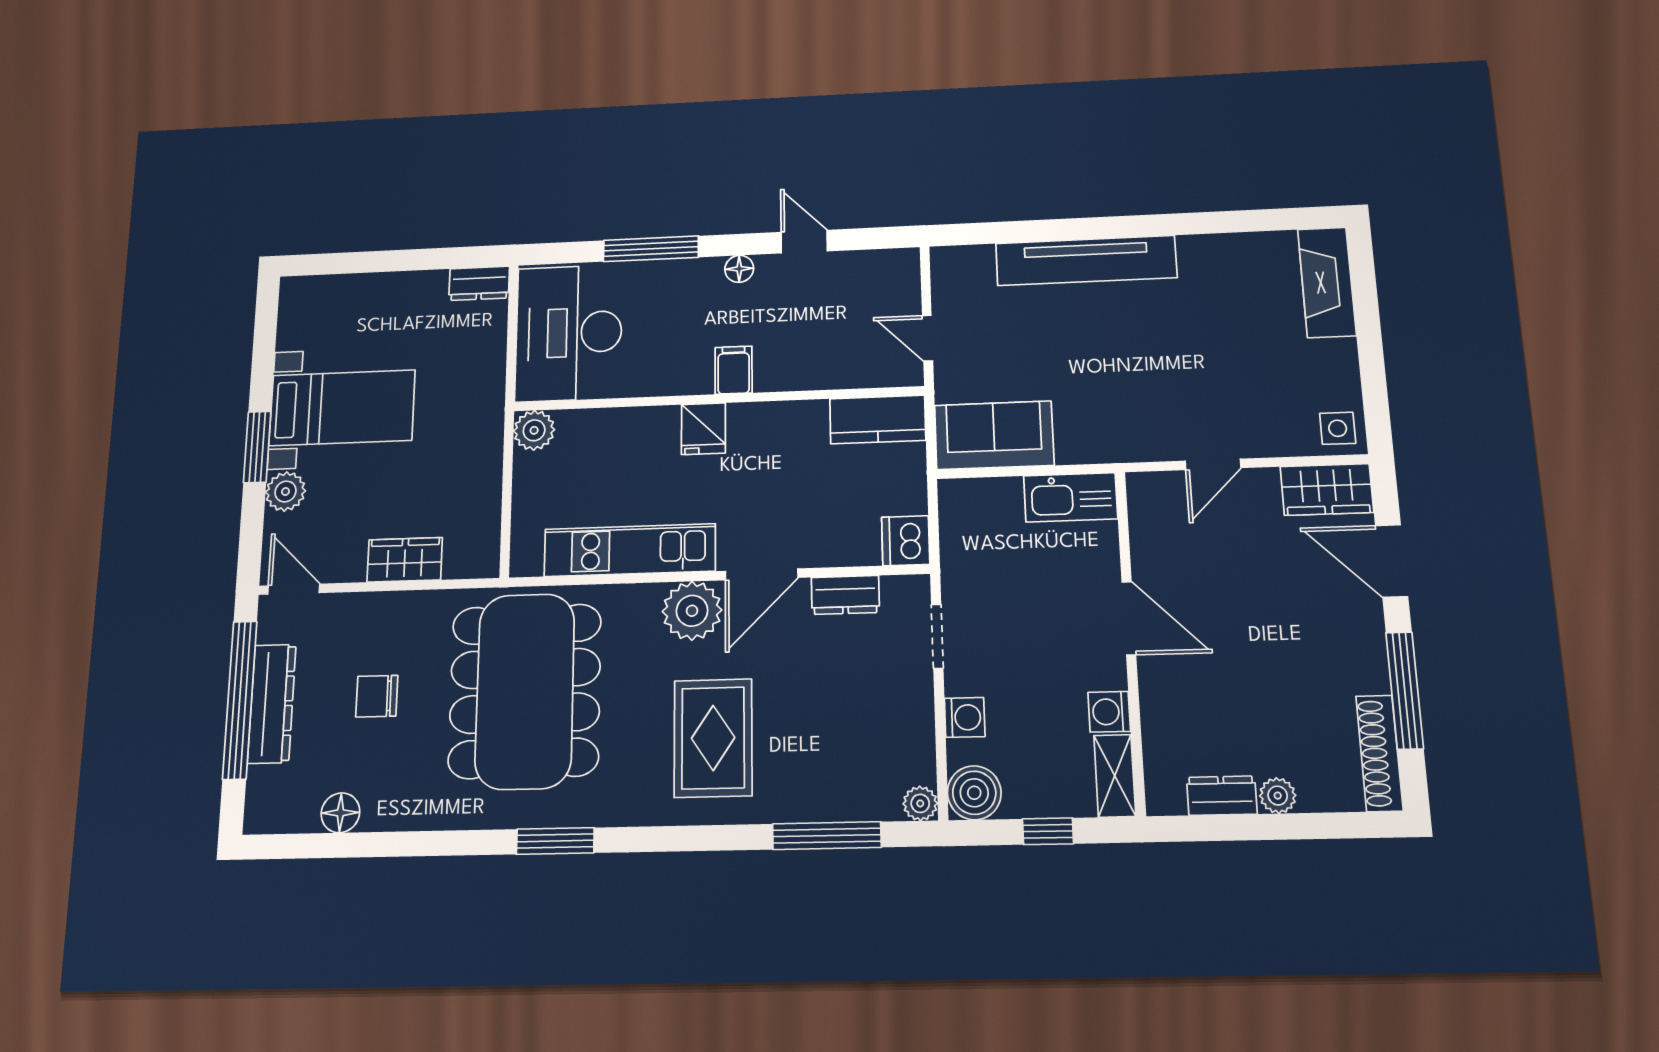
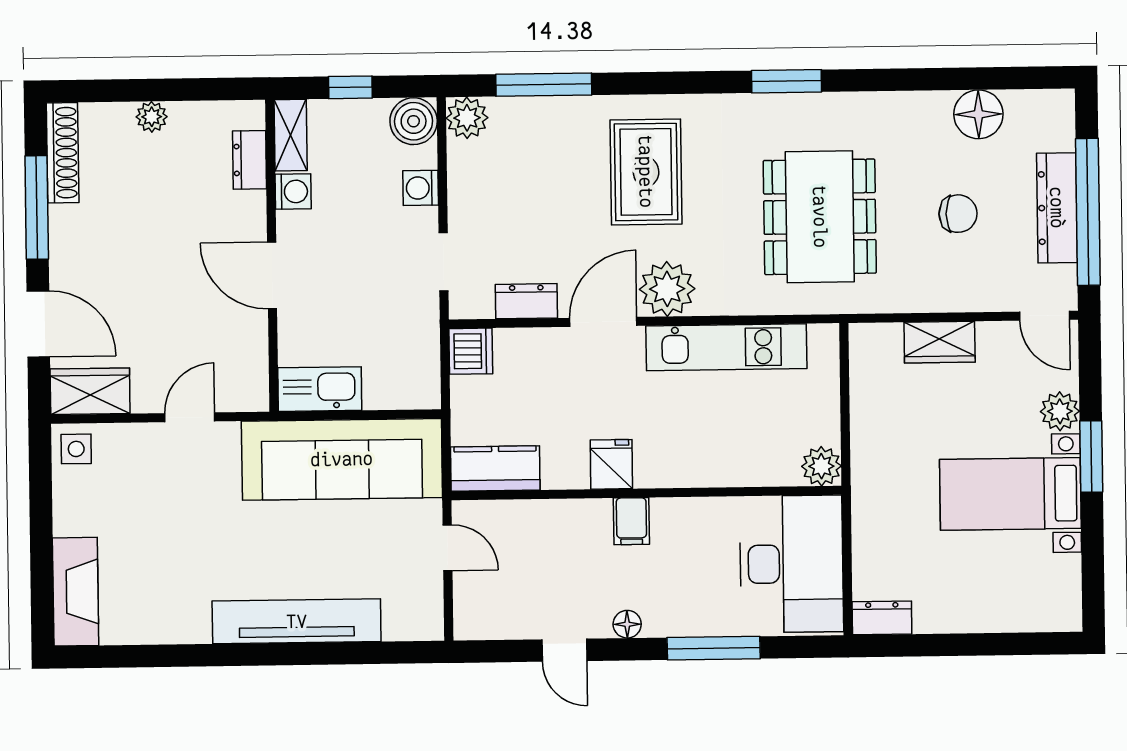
fridge: (703, 429) -> (611, 464), moved
sofa: (994, 435) -> (342, 459), width x1.85, depth x1.27
dining table: (525, 691) -> (820, 217), width x0.73, depth x0.80
dresser: (1222, 796) -> (249, 160), moved, turned 90
plant: (920, 803) -> (467, 118), width x1.38, depth x1.38
floor lamp: (340, 813) -> (978, 114), width x1.38, depth x1.38

